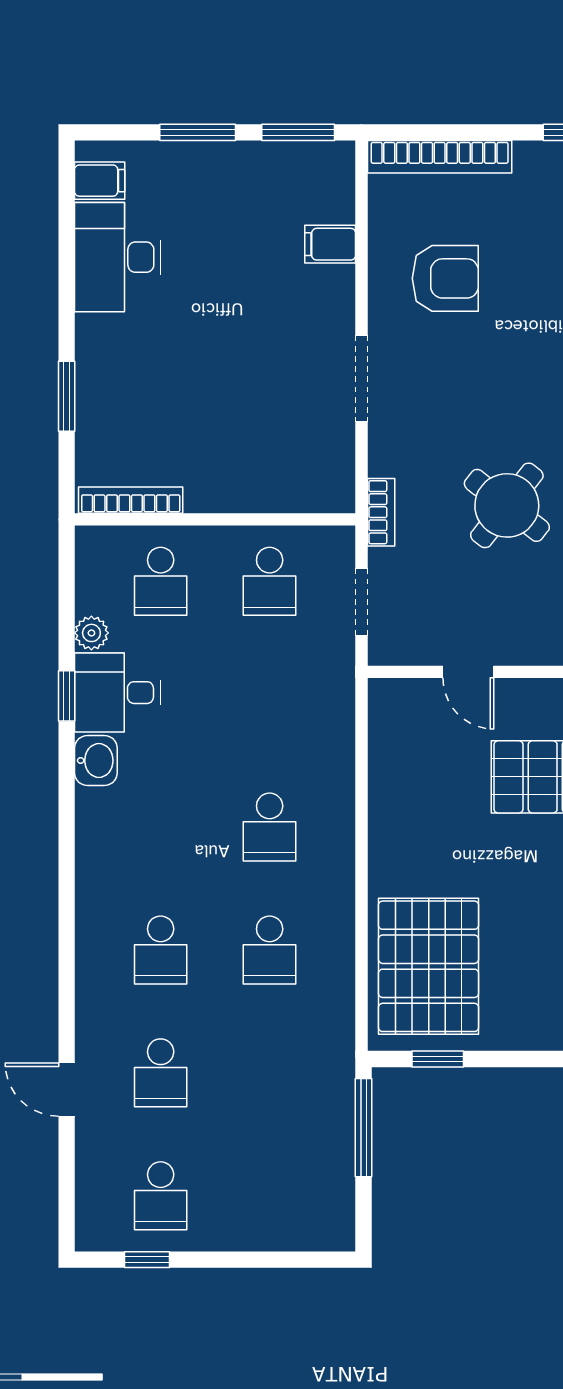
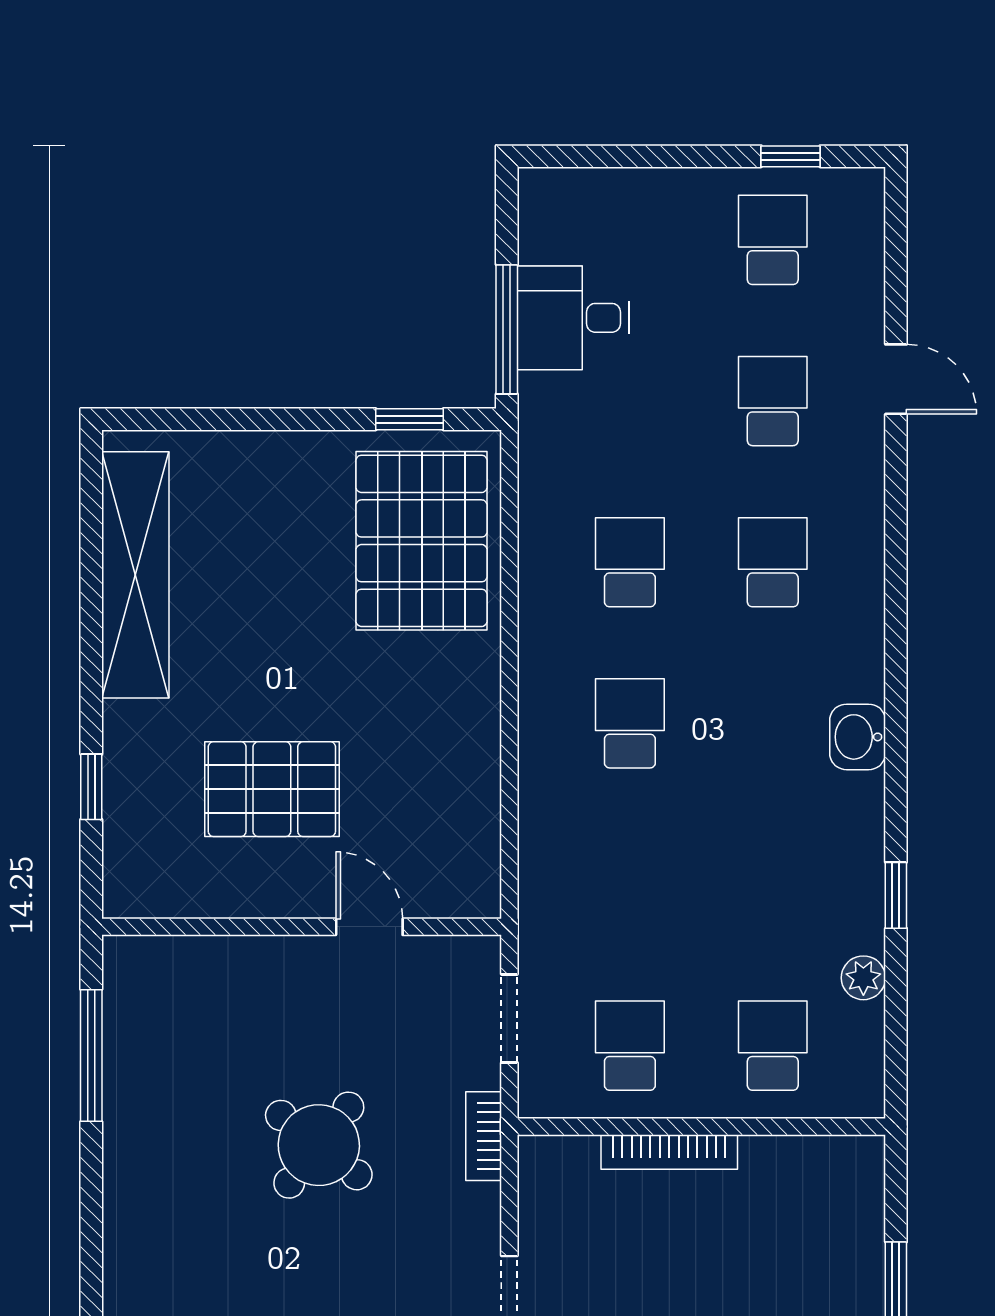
bookcase: (131, 500) -> (669, 1152), moved
desk: (117, 693) -> (573, 318), moved, turned 180
washbasin: (96, 761) -> (858, 737), moved

